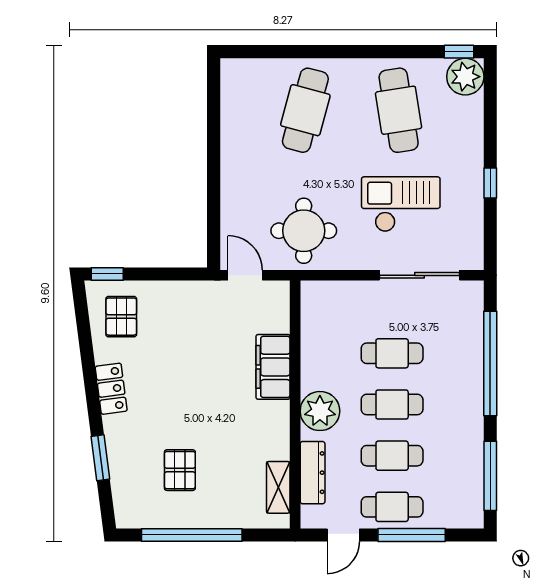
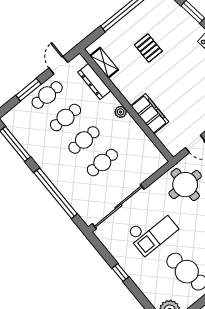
sliding door: (419, 275) -> (118, 207), width x1.36
plant: (320, 411) -> (121, 112), width x0.53, depth x0.53
pallet: (180, 470) -> (148, 48), moved
window: (412, 535) -> (28, 90), width x0.69

